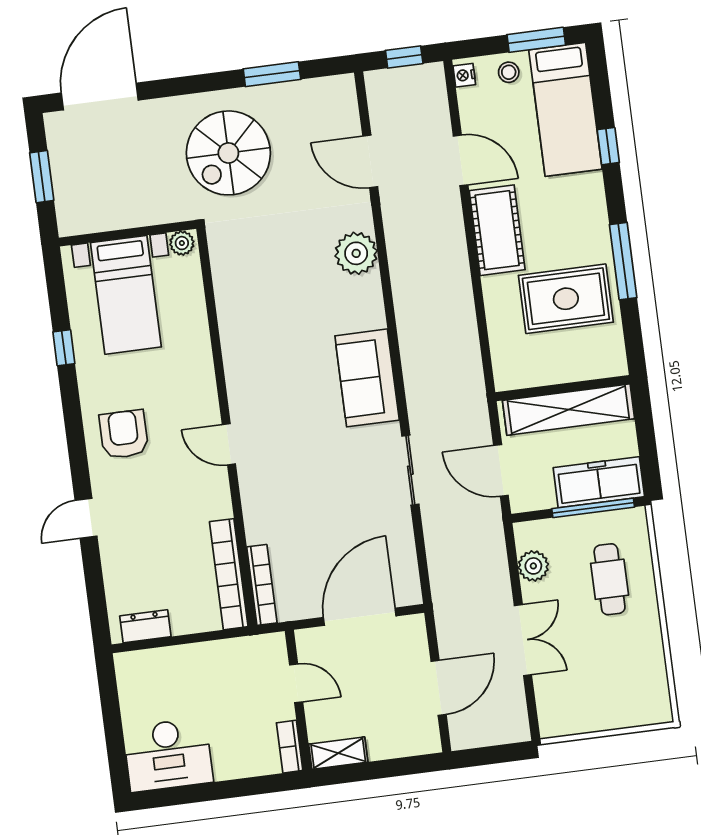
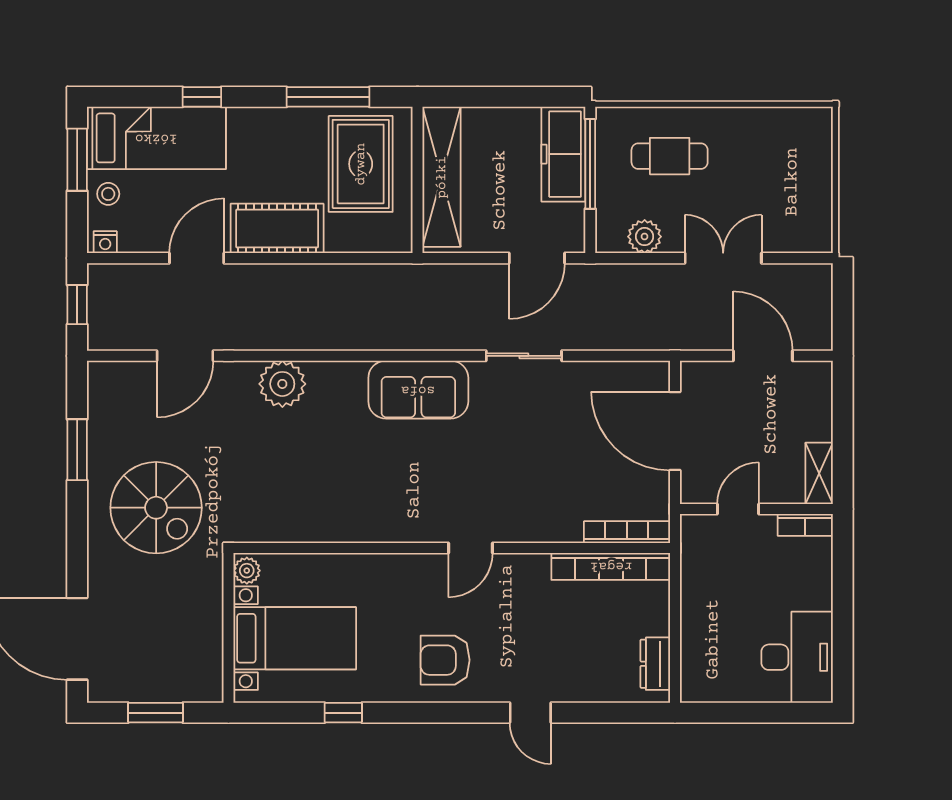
wall: (563, 388) -> (418, 180), moved
shelving: (568, 410) -> (442, 177), moved

